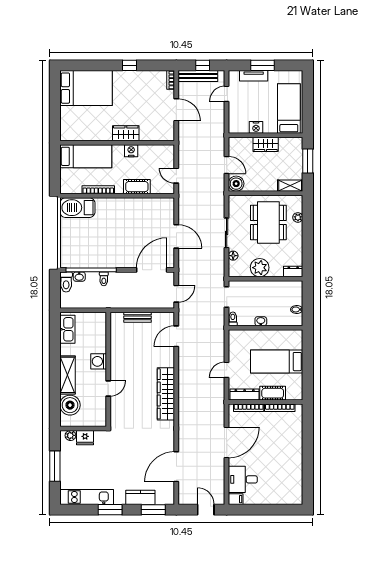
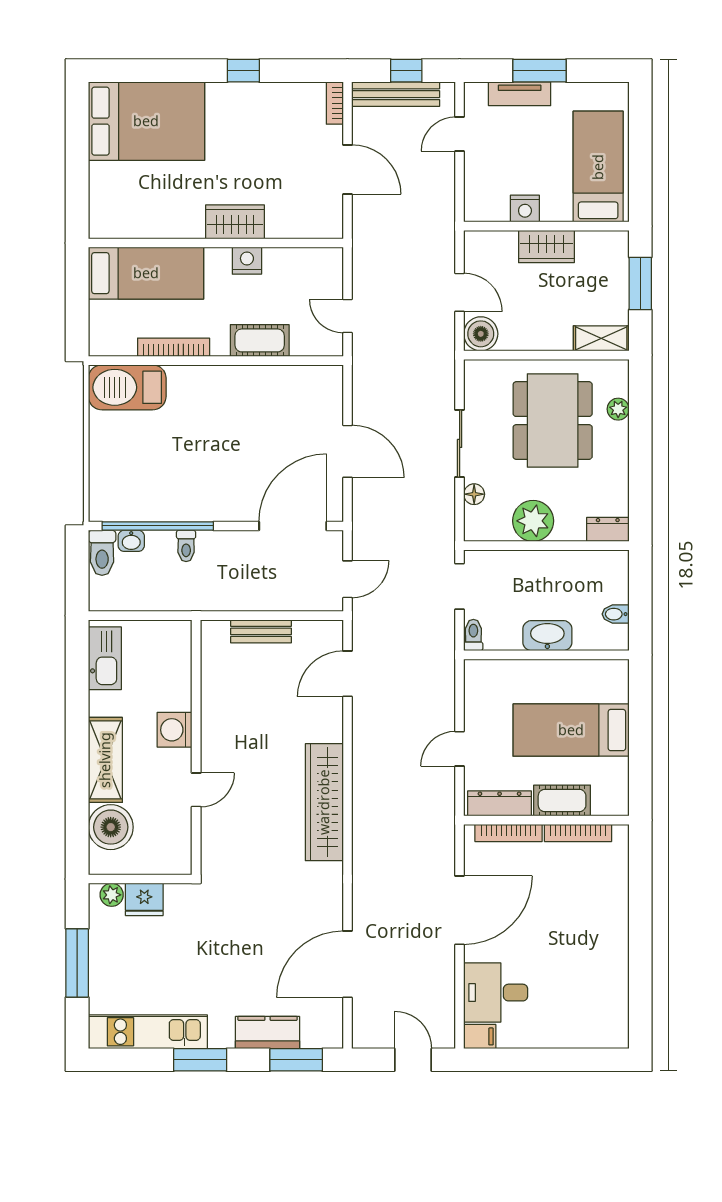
washbasin: (261, 321) -> (547, 636), width x1.91, depth x1.45

